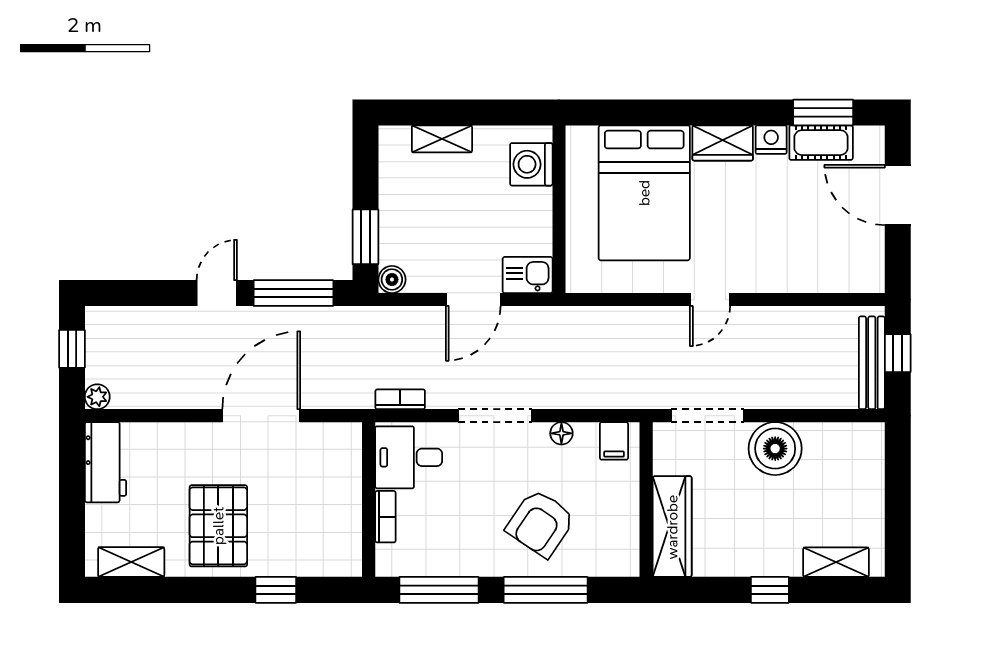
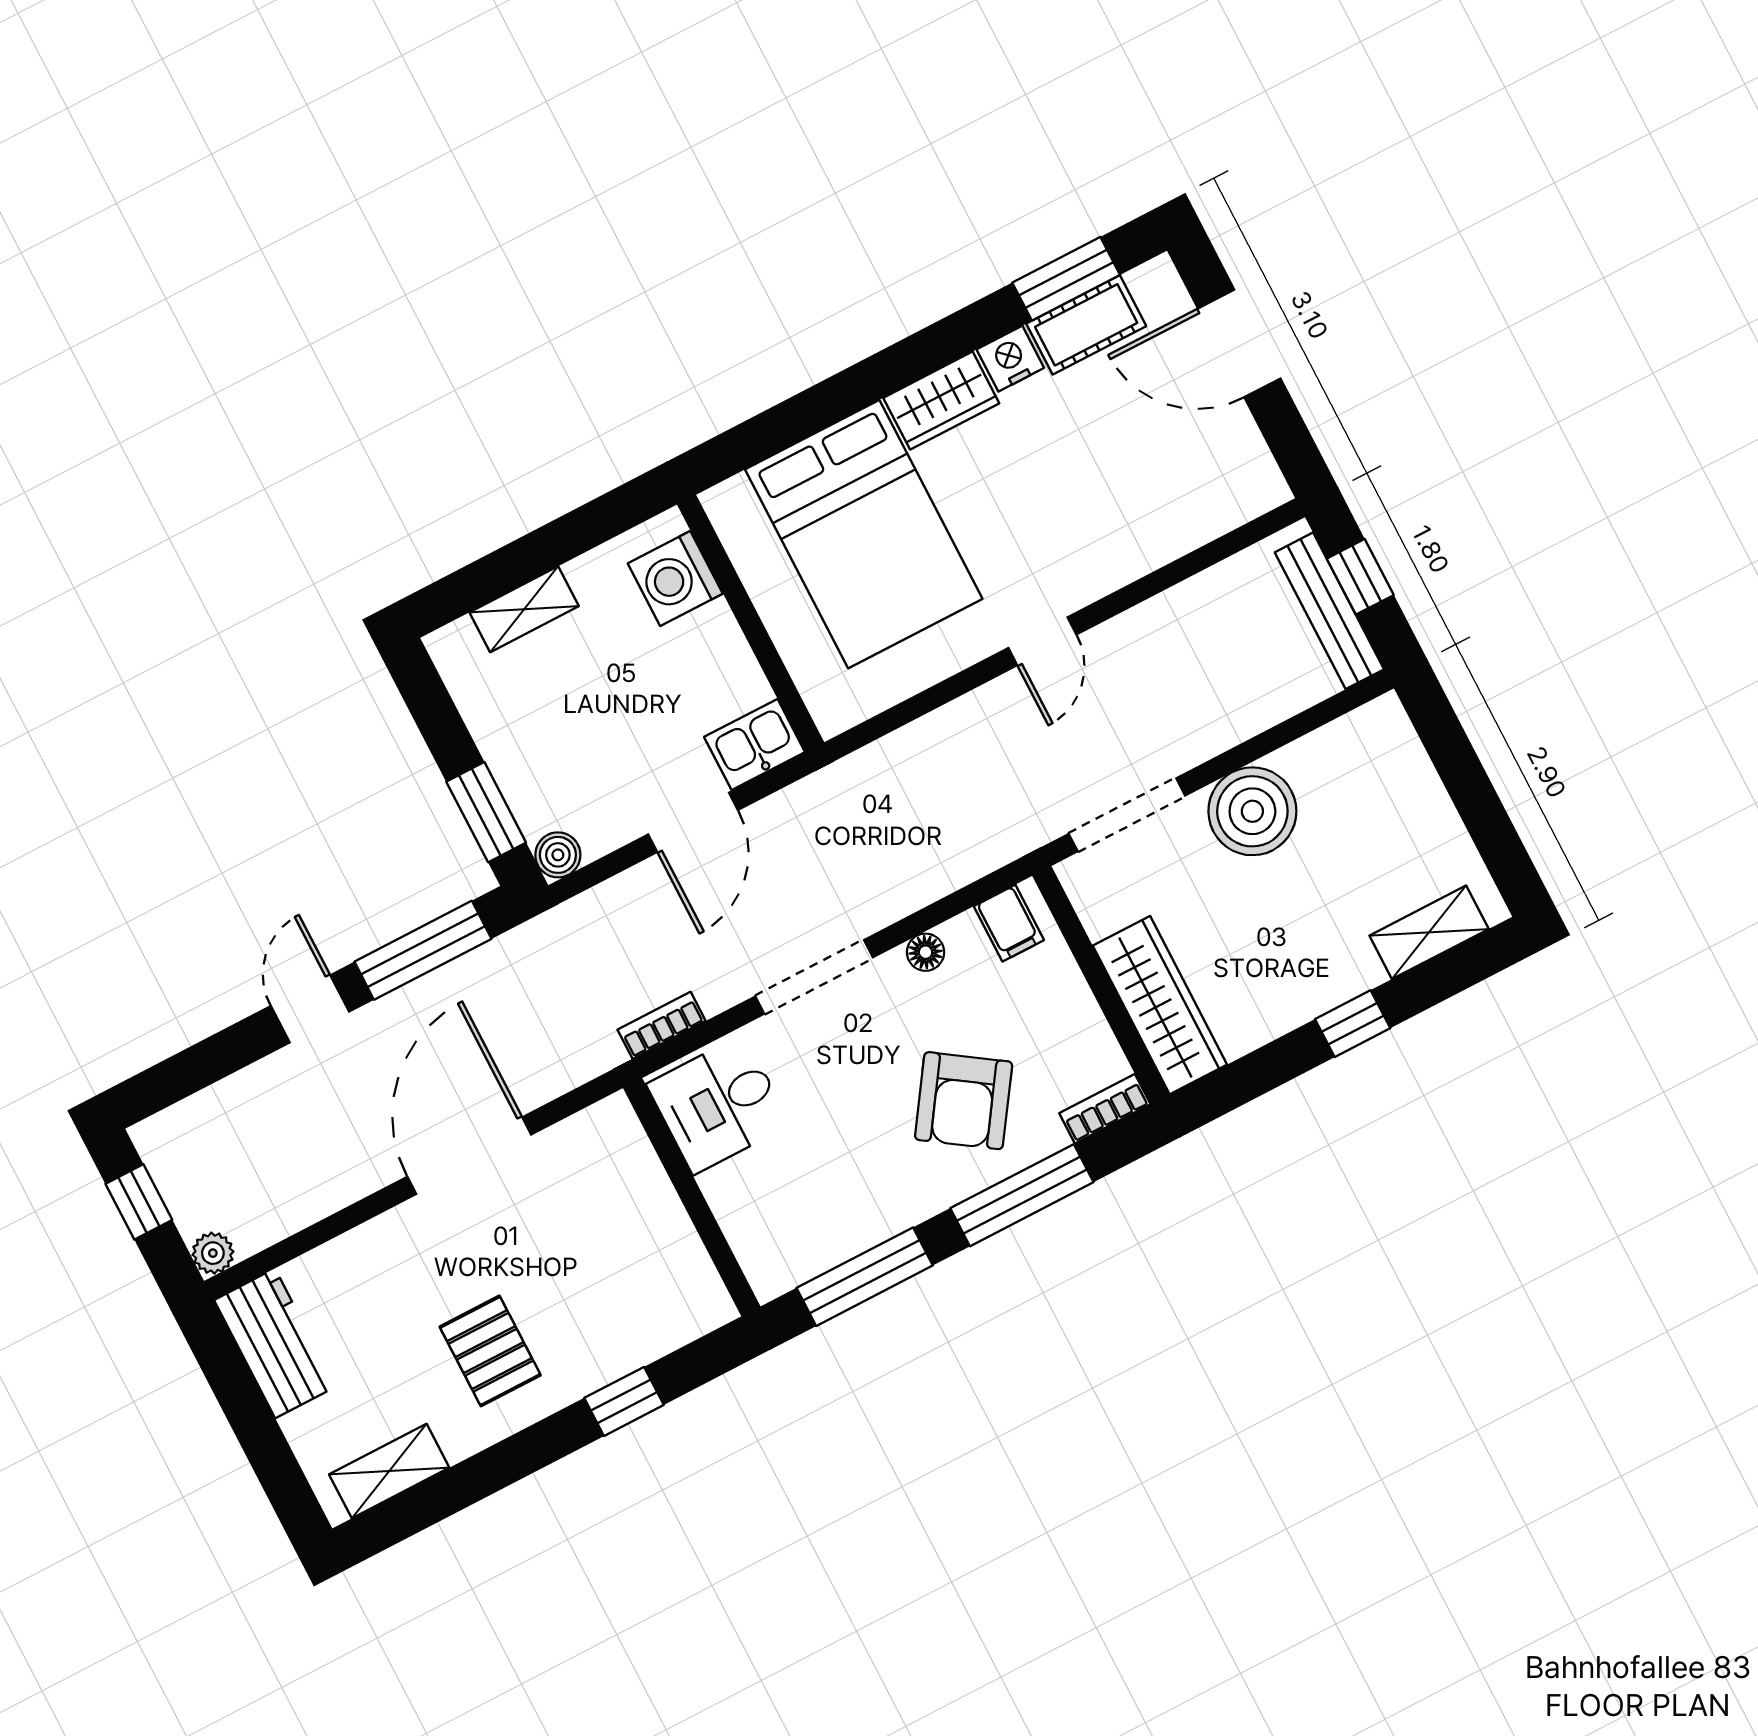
bookcase: (385, 517) -> (1105, 1109), moved, turned -90
pallet: (218, 526) -> (490, 1351), width x0.67, depth x0.71

